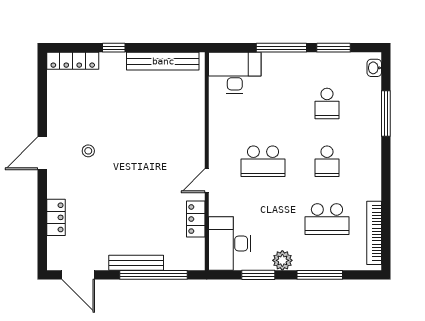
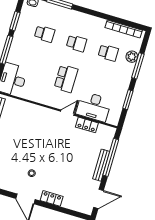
door: (207, 181) -> (67, 113), swing flipped
locker: (56, 217) -> (52, 198), moved
school desk: (327, 219) -> (108, 53), width x0.54
desk: (230, 243) -> (94, 107), moved
plant: (282, 260) -> (132, 57), moved

